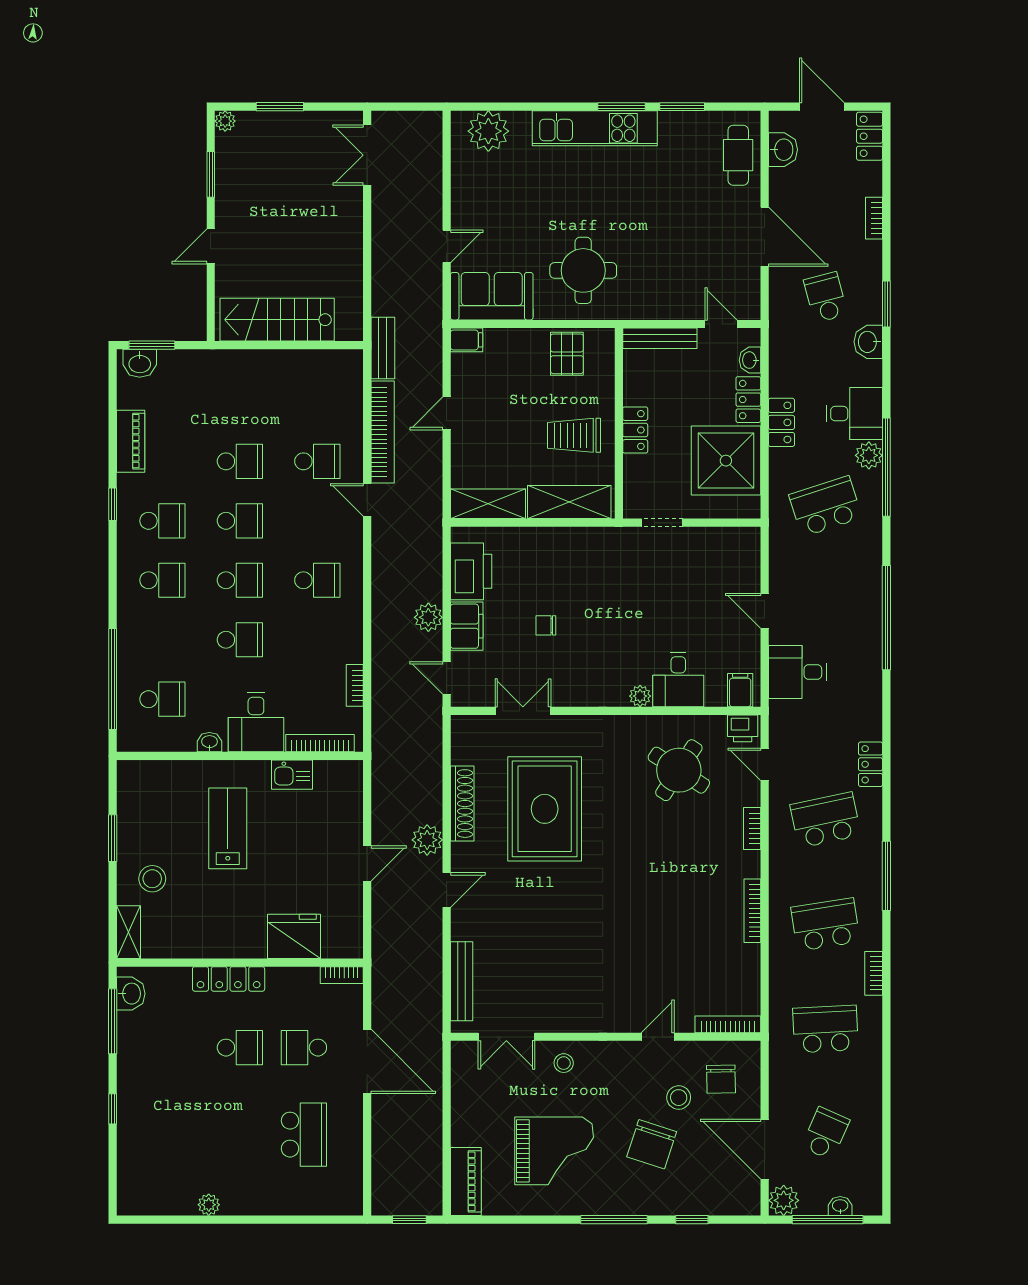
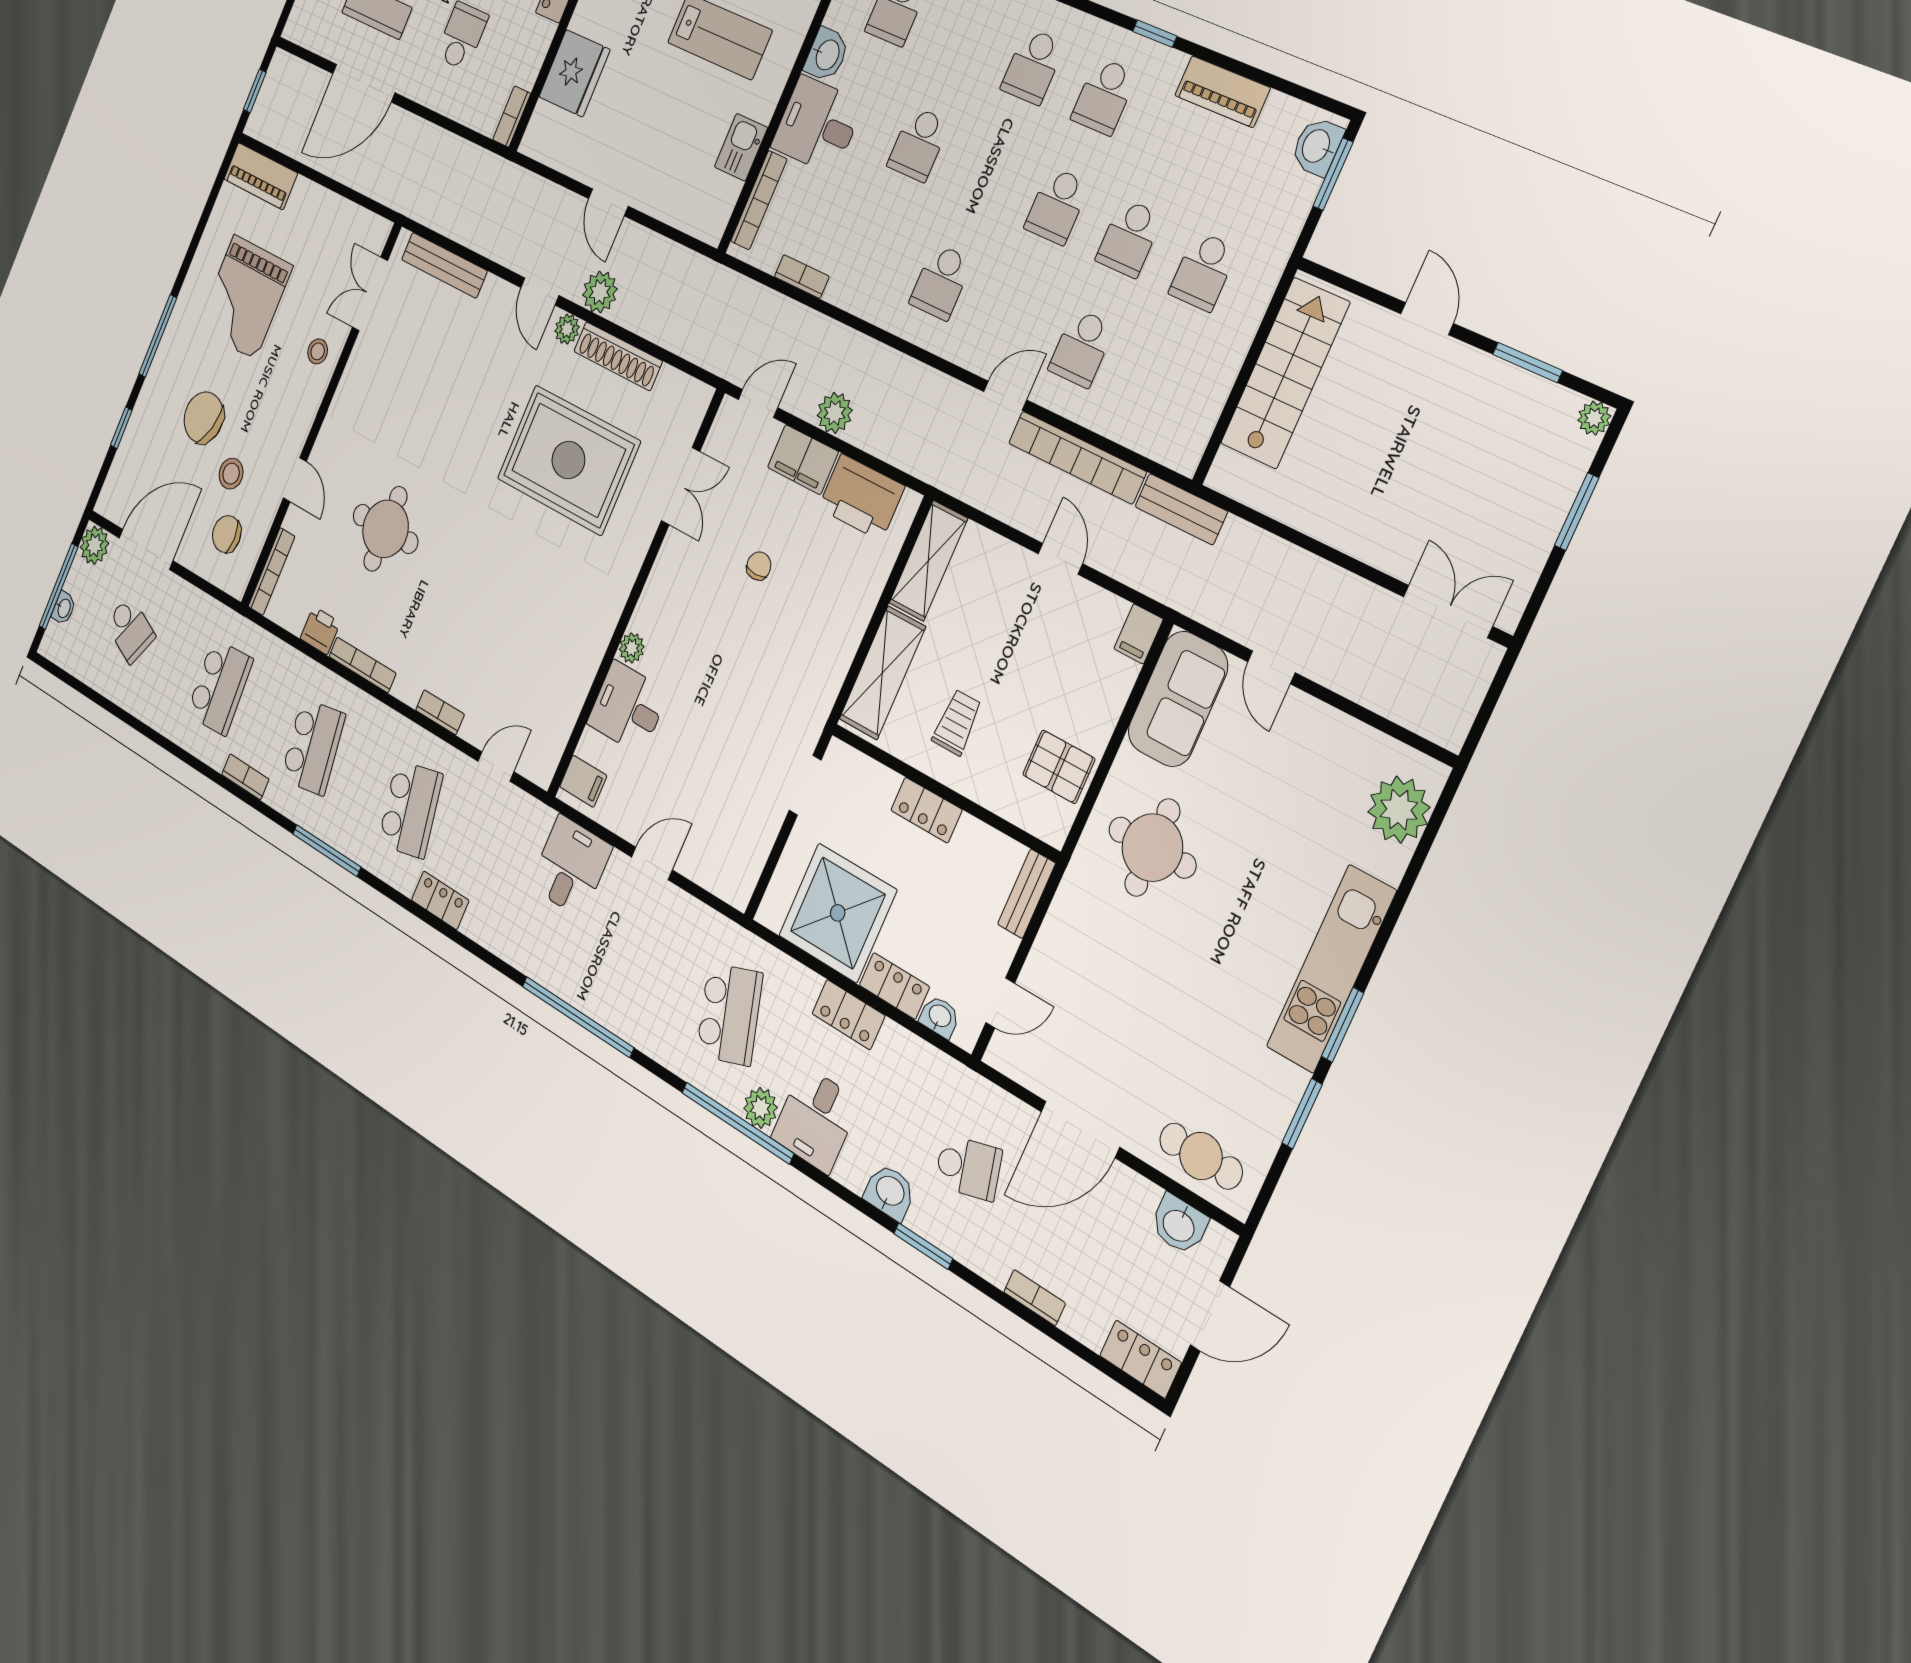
bench: (660, 338) -> (1026, 894), width x0.73
trolley: (574, 435) -> (957, 722), width x0.73, depth x0.72
school desk: (240, 580) -> (1203, 271), moved
printer: (743, 728) -> (320, 631), moved, turned 90
washbasin: (209, 742) -> (827, 54), width x1.38, depth x1.45
round table: (679, 770) -> (385, 529), moved, turned -33
plant: (462, 854) -> (567, 329), added
door: (367, 1061) -> (364, 83), moved

